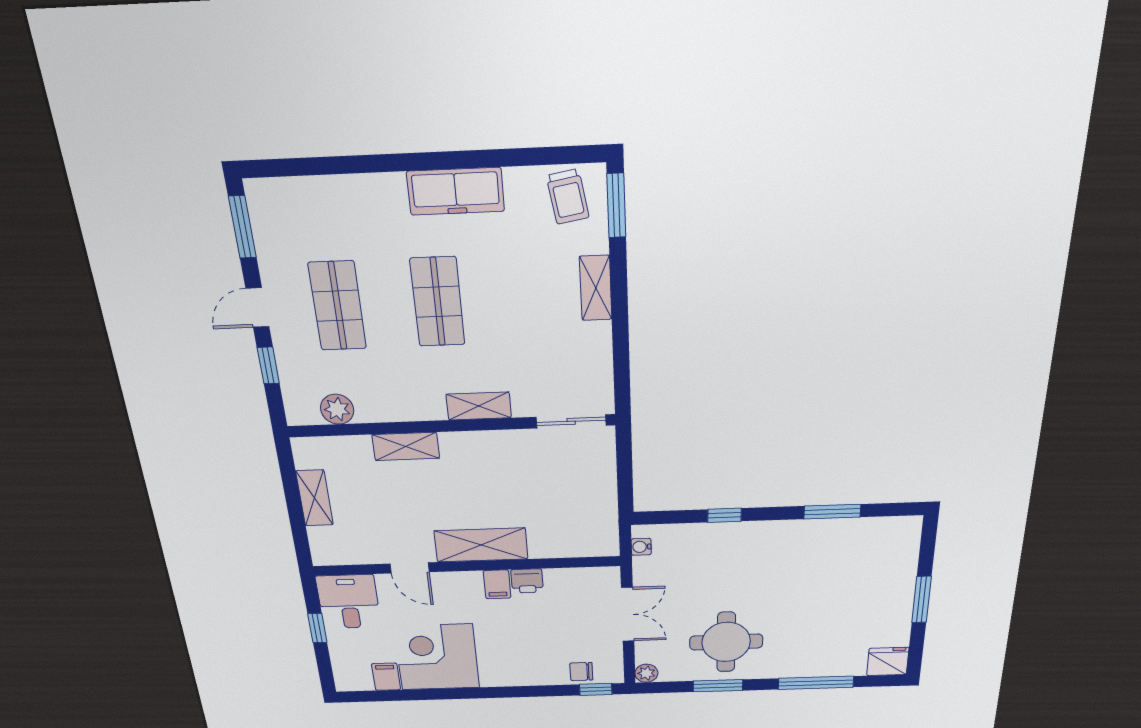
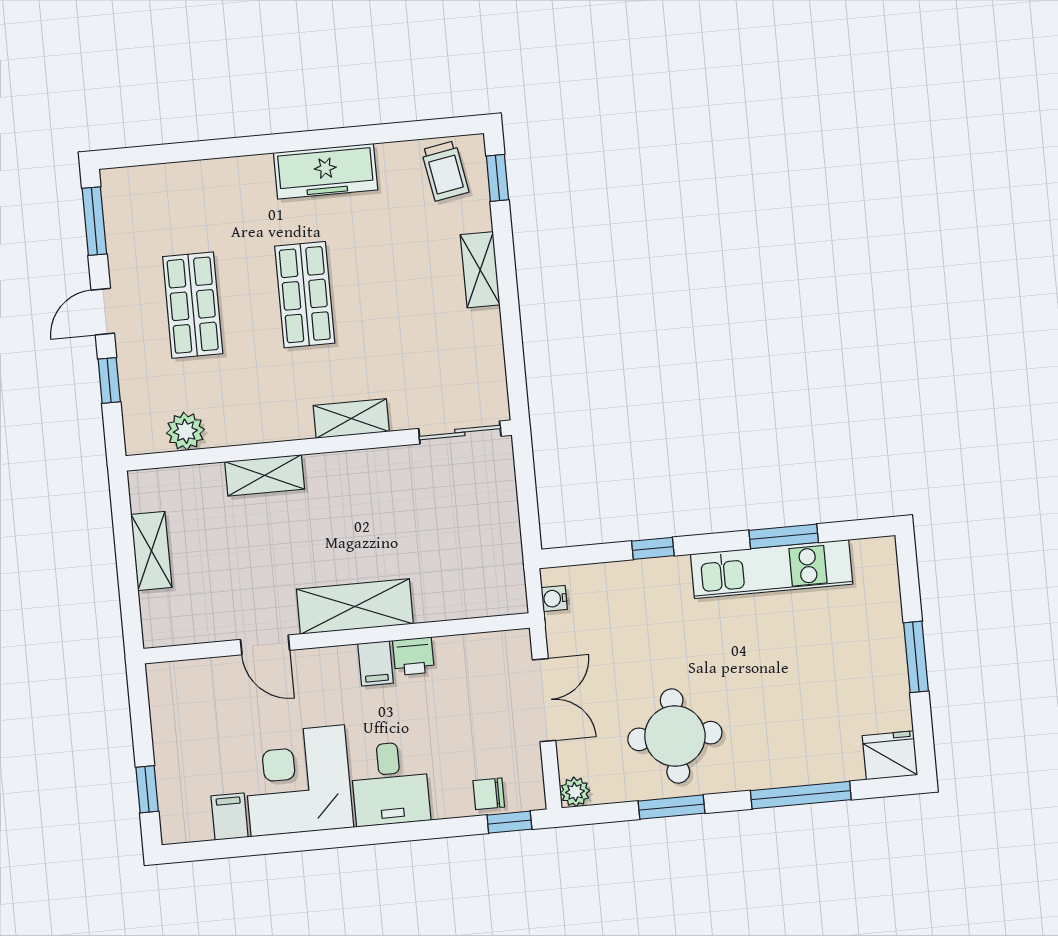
window: (616, 206) -> (497, 178), width x0.67
kitchen unit: (819, 534) -> (772, 569), added
desk: (349, 602) -> (390, 784), moved, turned 180
window: (317, 628) -> (147, 789), moved

